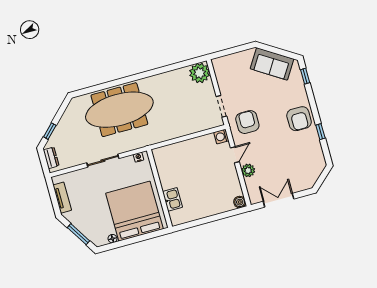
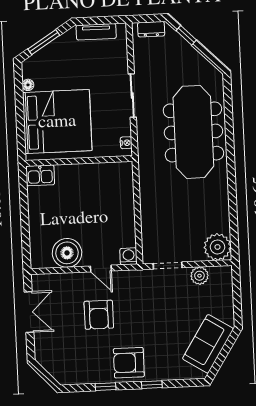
window: (305, 76) -> (152, 385), moved
armchair: (247, 122) -> (99, 315), moved, turned 90
plant: (248, 170) -> (199, 276), moved
kitchen sink: (172, 199) -> (40, 175), moved
boiler: (240, 202) -> (67, 253), moved, width x1.86, depth x1.86

